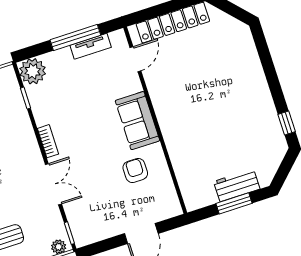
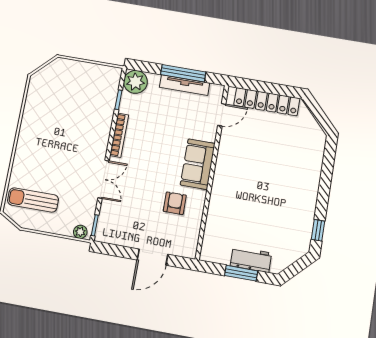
tv unit: (91, 46) -> (185, 85), width x1.41
bookcase: (48, 141) -> (119, 135), width x1.56

